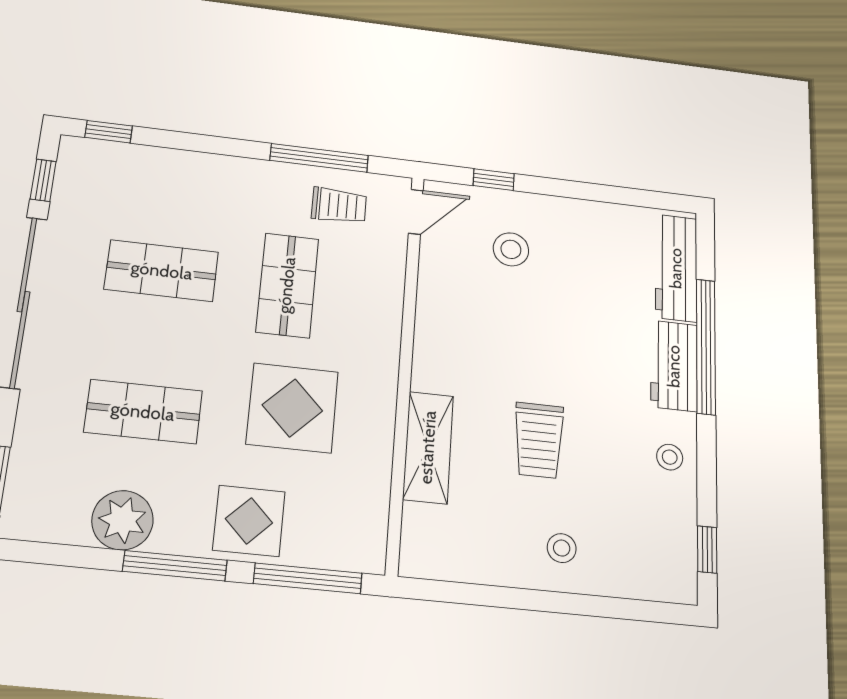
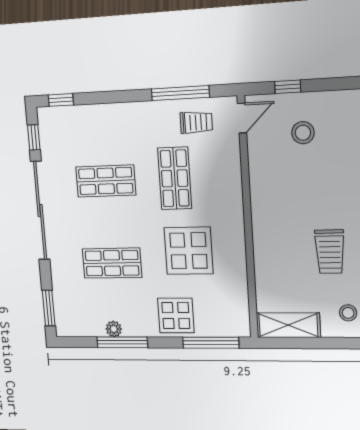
shelving: (428, 447) -> (288, 325), moved, turned 90
plant: (122, 520) -> (114, 329), width x0.53, depth x0.53
window: (175, 566) -> (122, 342), moved

